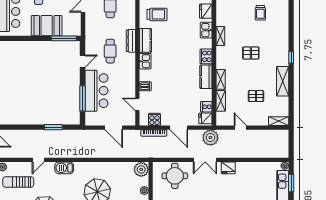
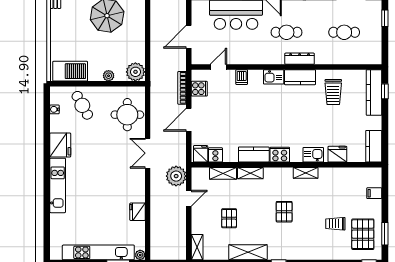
plant: (210, 138) -> (176, 176), moved
fridge: (228, 168) -> (138, 212), moved

